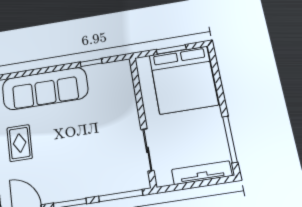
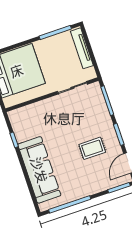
rug: (20, 143) -> (92, 148), moved

